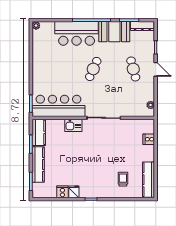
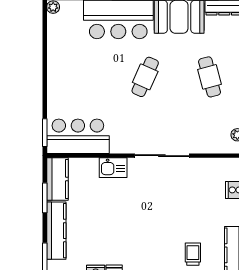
bar counter: (58, 106) -> (78, 136), width x0.73

